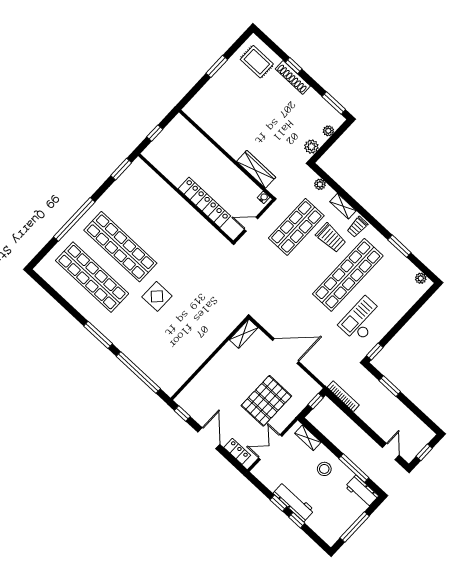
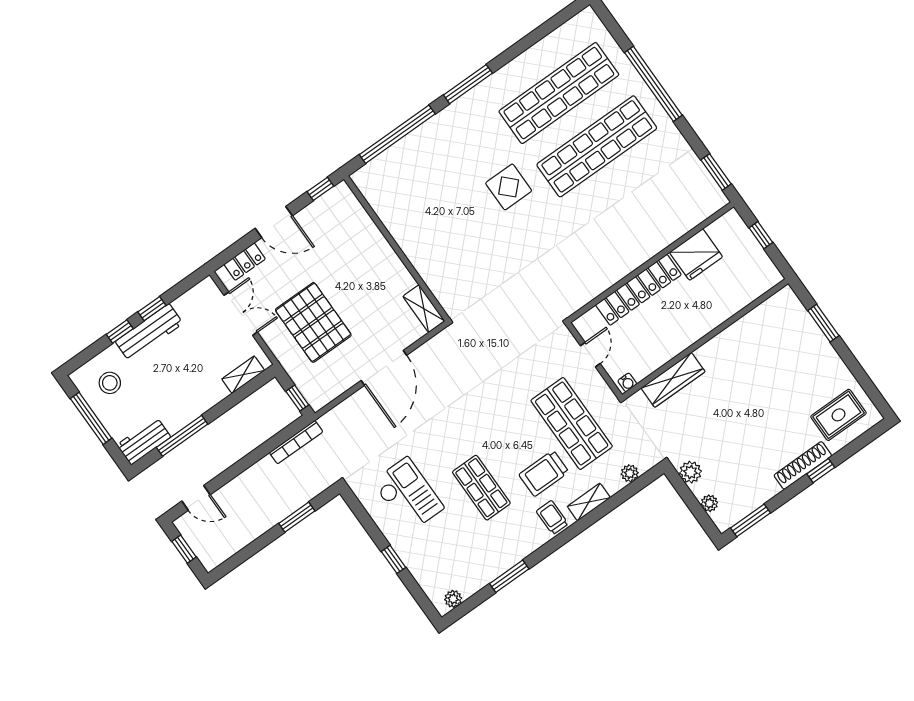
window: (217, 66) -> (823, 323), moved
fridge: (175, 171) -> (696, 255), added
shop shelf: (348, 275) -> (481, 488), width x0.50, depth x0.74
window: (375, 352) -> (394, 559), moved
stool: (324, 469) -> (110, 383), moved

